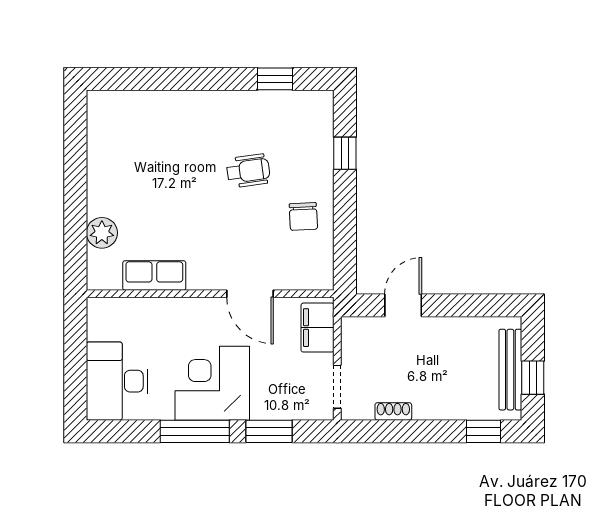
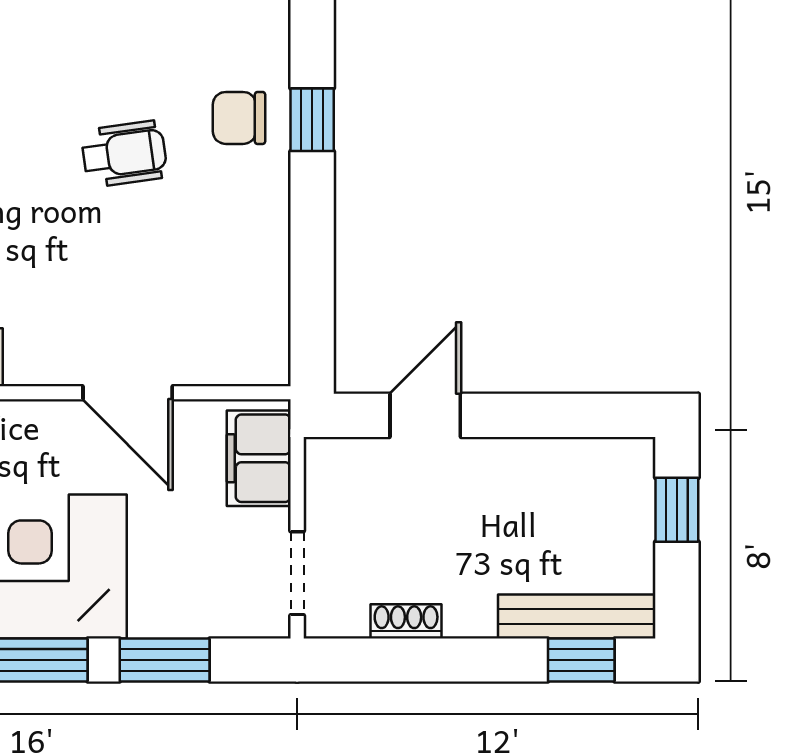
chair: (303, 216) -> (239, 118), moved, turned 93
bench: (510, 370) -> (577, 616), moved, turned 90
window: (533, 378) -> (677, 510), moved

